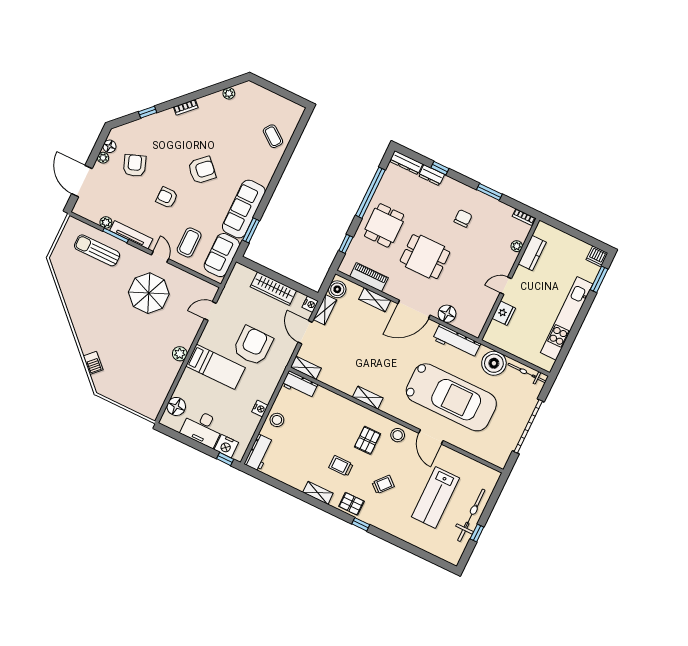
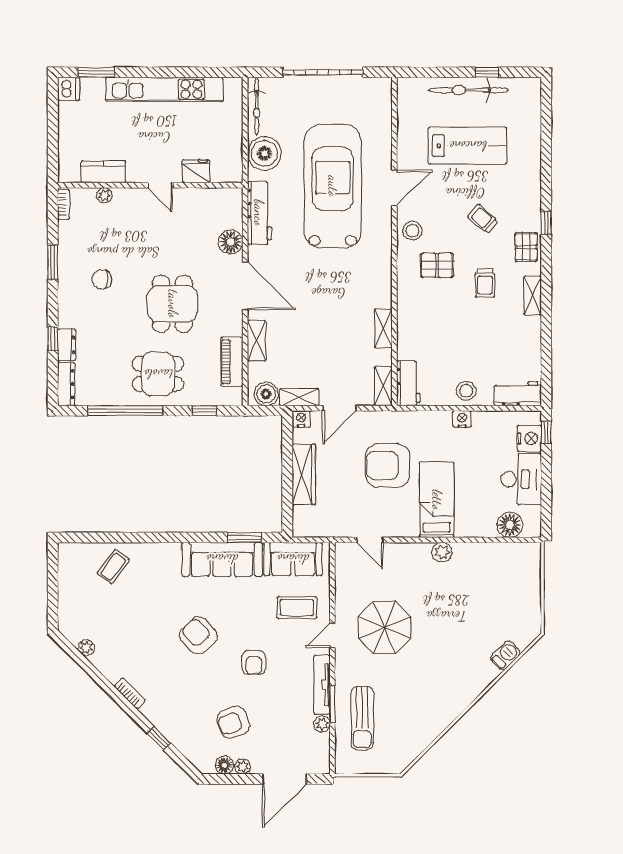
shelving: (368, 398) -> (383, 328), moved

